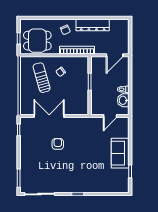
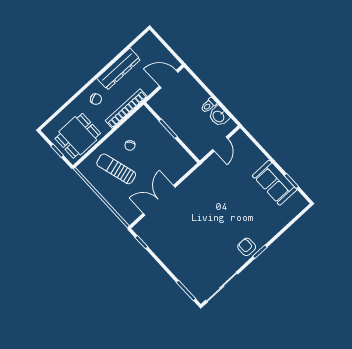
door: (115, 55) -> (169, 79), swing flipped
armchair: (58, 144) -> (247, 247), moved
sofa: (120, 153) -> (275, 183), moved

